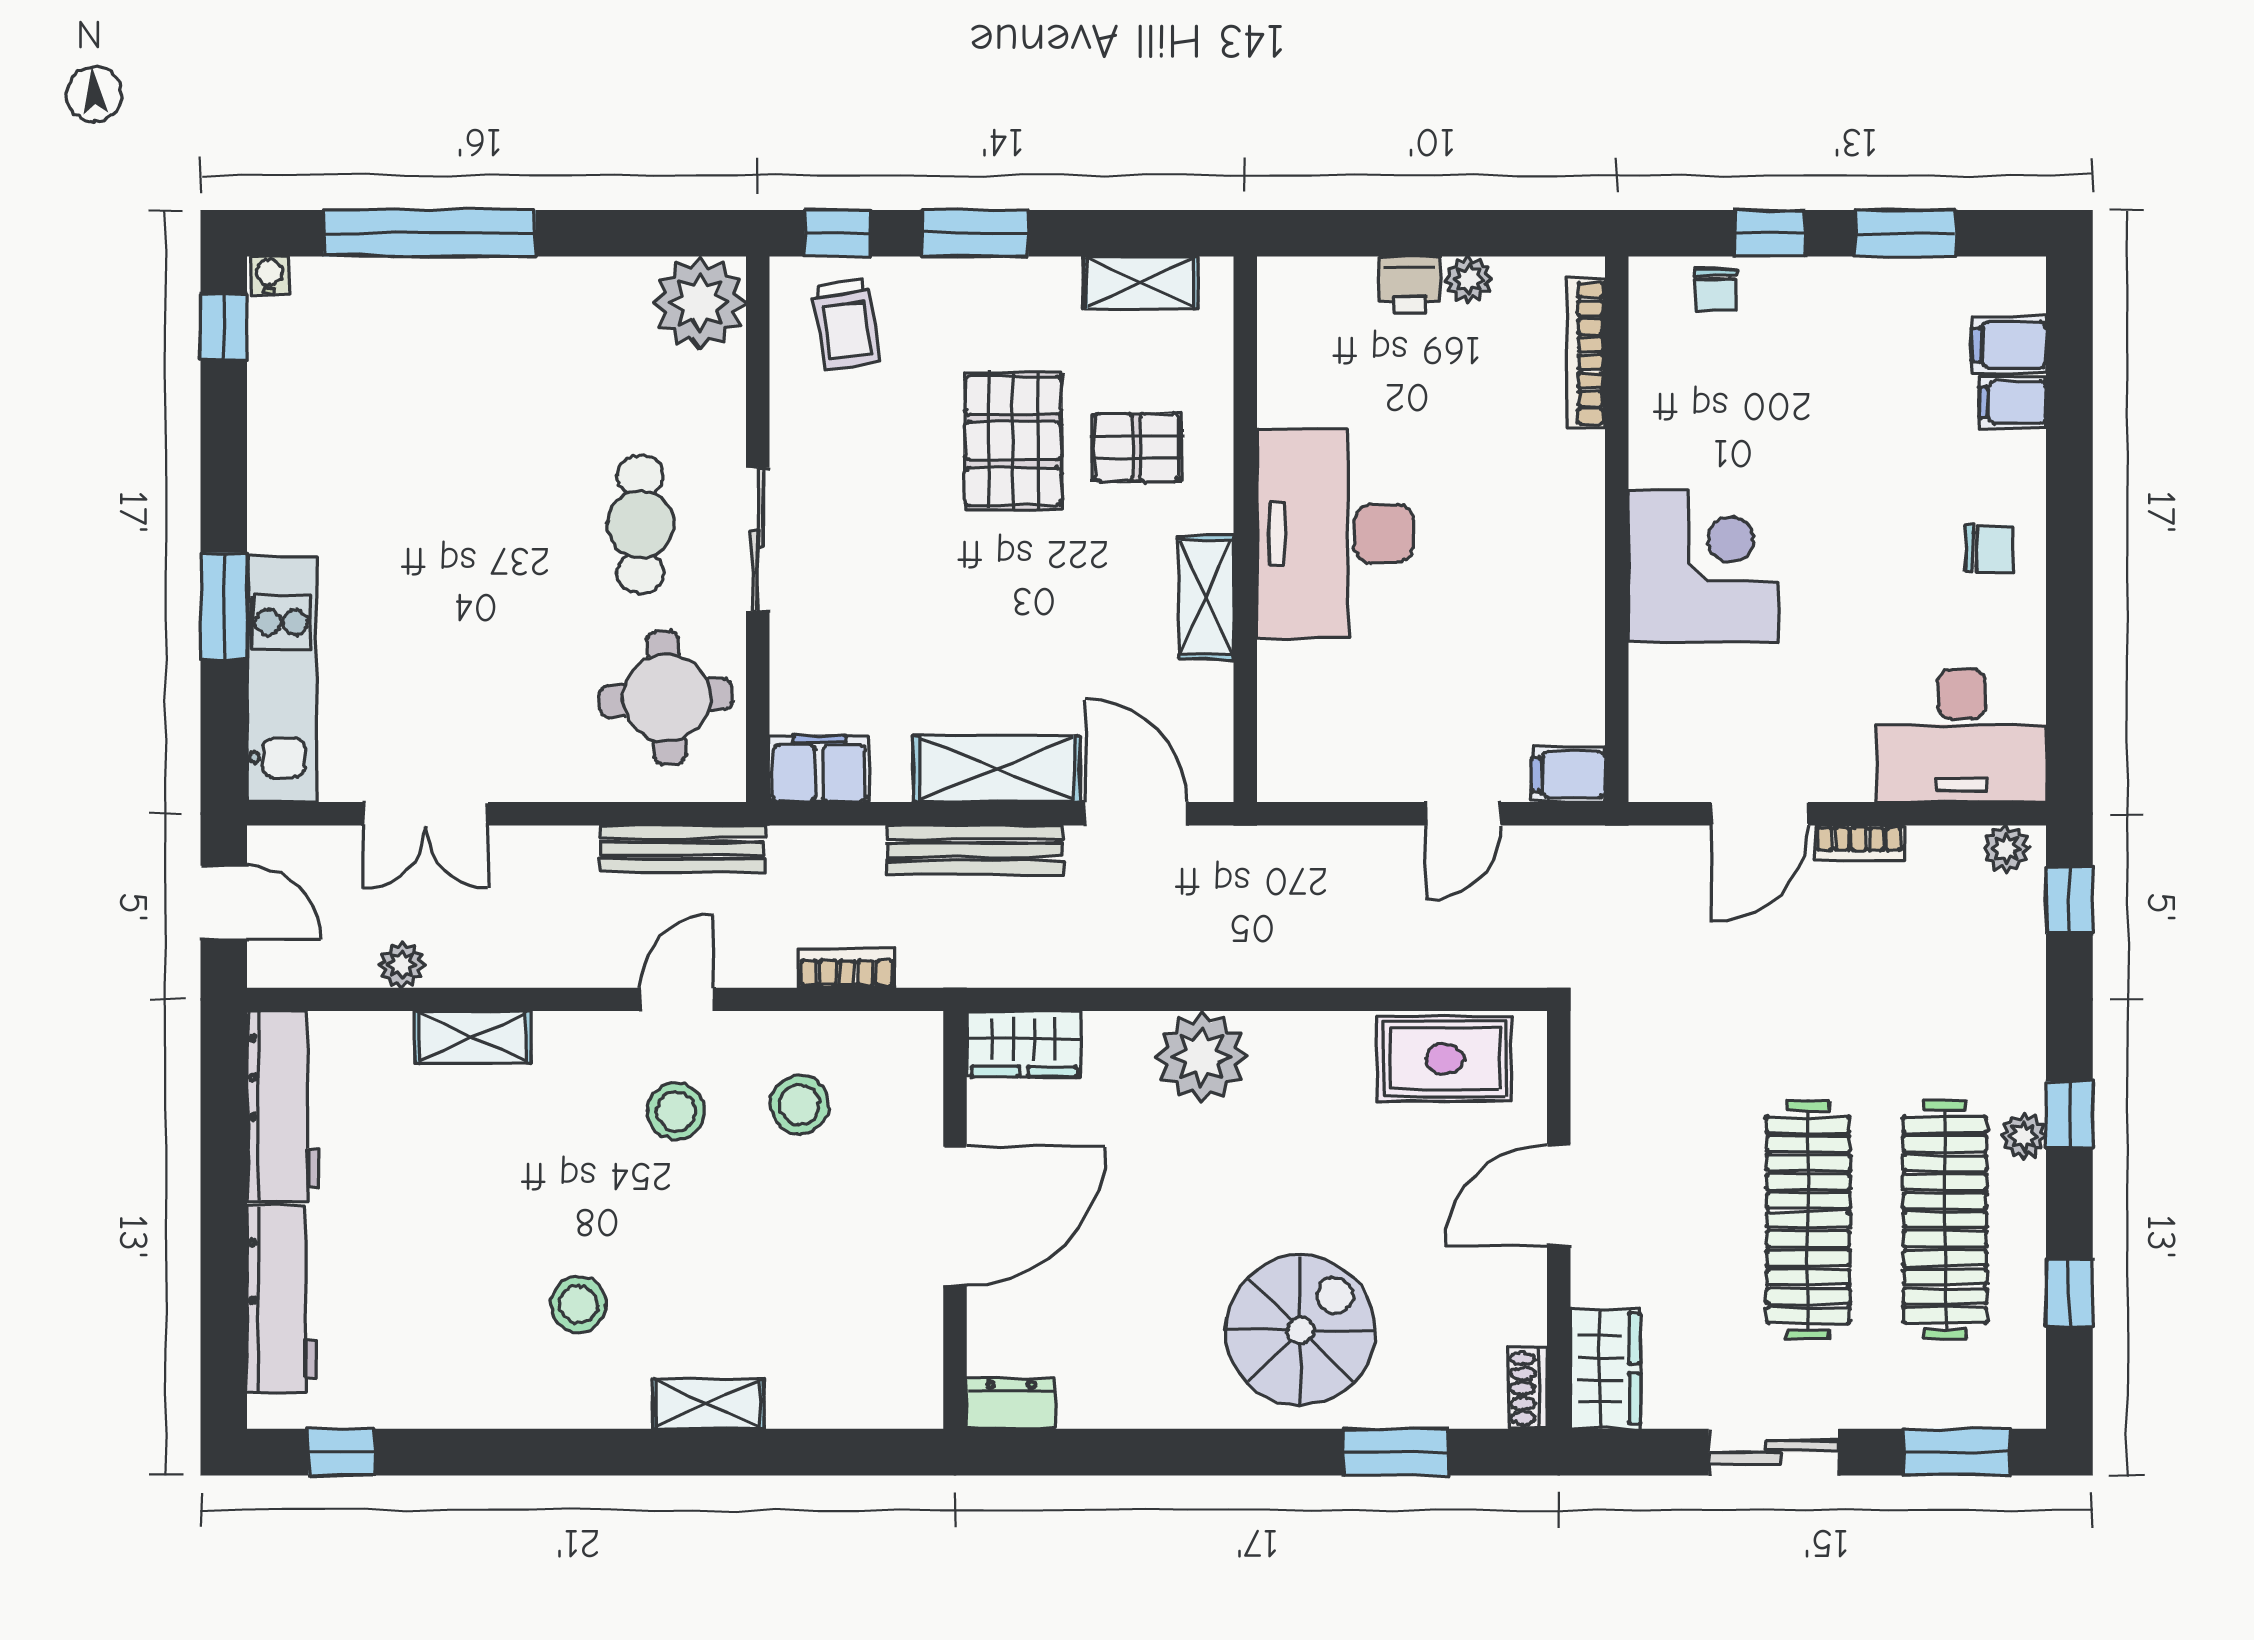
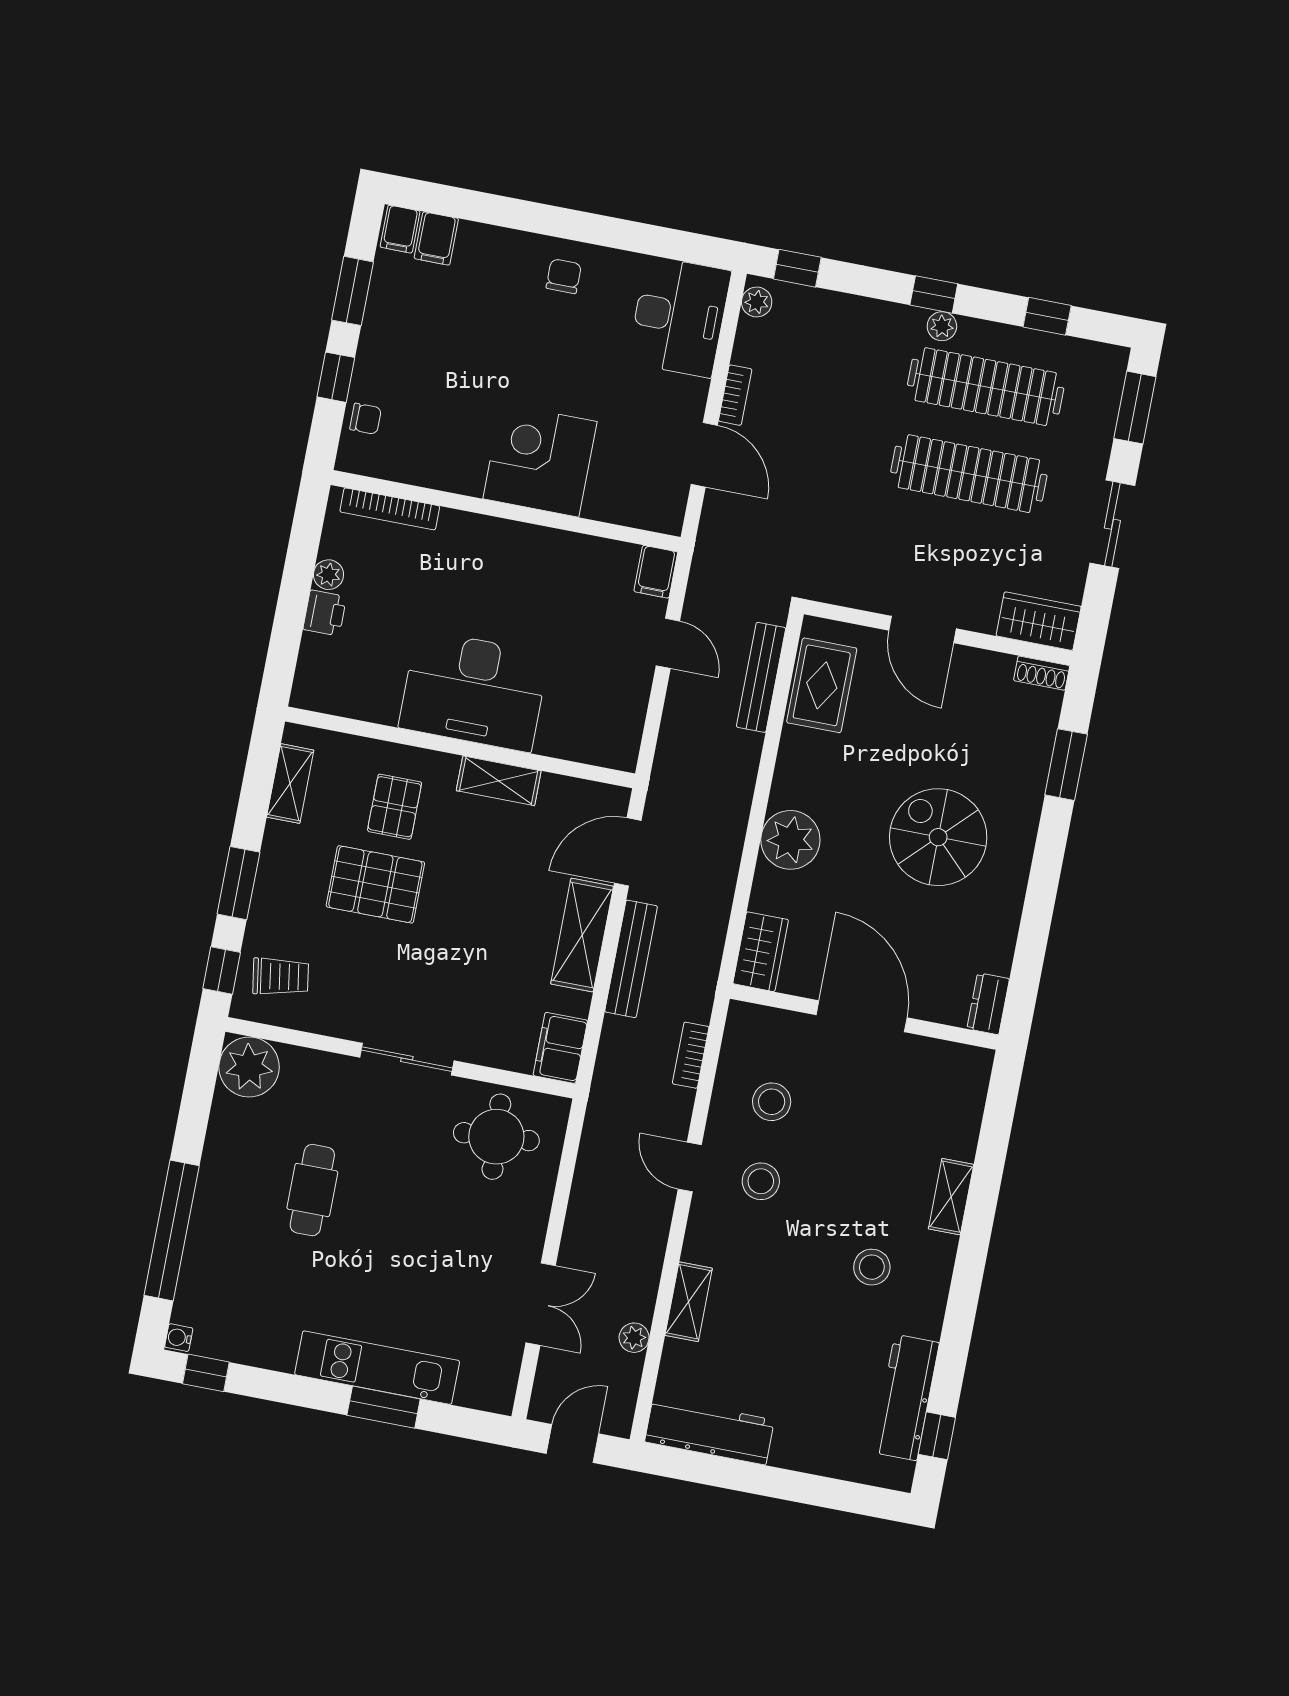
filing cabinet: (2013, 402) -> (400, 229), moved
cafe table: (640, 524) -> (312, 1190), moved, turned 90
kitchen unit: (282, 679) -> (377, 1368), moved
bench: (682, 848) -> (761, 677), moved
workbench: (282, 1299) -> (906, 1397), moved, turned -90
spiral stairs: (1300, 1330) -> (938, 837), moved

